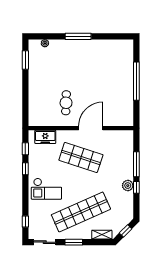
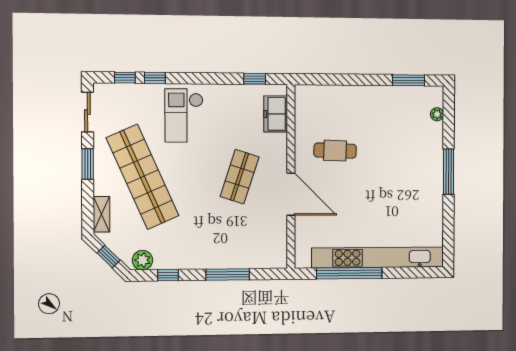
kitchen unit: (128, 78) -> (378, 257), added
window: (136, 81) -> (349, 273), moved
shop shelf: (81, 157) -> (240, 177), width x0.70, depth x0.74
window: (25, 169) -> (155, 78), moved
plant: (128, 186) -> (143, 260), moved
window: (136, 187) -> (168, 275), moved

